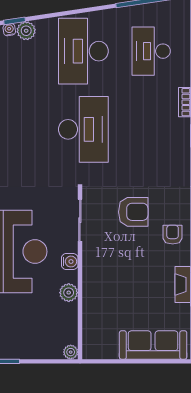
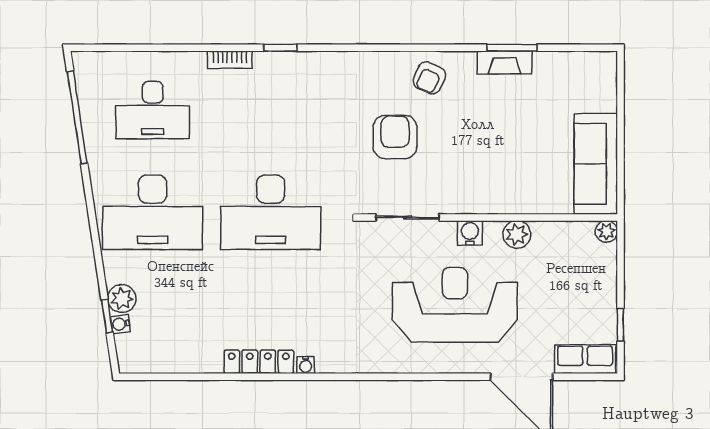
desk: (83, 129) -> (271, 212), turned 180
armchair: (173, 235) -> (429, 78), turned -65
sofa: (153, 345) -> (596, 164), moved

